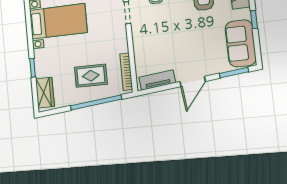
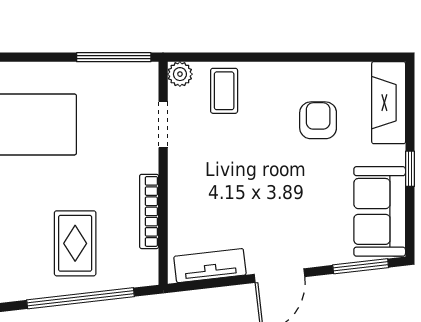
bookcase: (126, 72) -> (149, 211), moved
rug: (91, 76) -> (75, 243), turned 90

